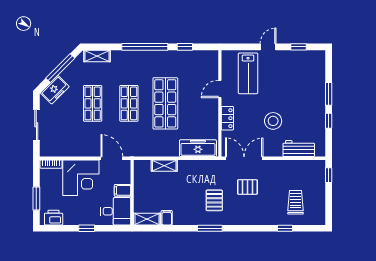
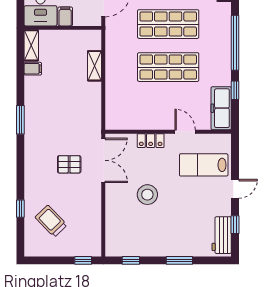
door: (268, 47) -> (235, 189), hinge flipped
shop shelf: (129, 103) -> (168, 24), width x1.43, depth x1.36
window: (329, 121) -> (131, 260), moved
freezer: (198, 148) -> (221, 108), moved, turned 180
workbench: (299, 149) -> (222, 235), moved, turned 180
pallet: (247, 187) -> (69, 164), turned 90
pallet: (214, 200) -> (53, 125), removed
trolley: (295, 202) -> (51, 221), turned -134

